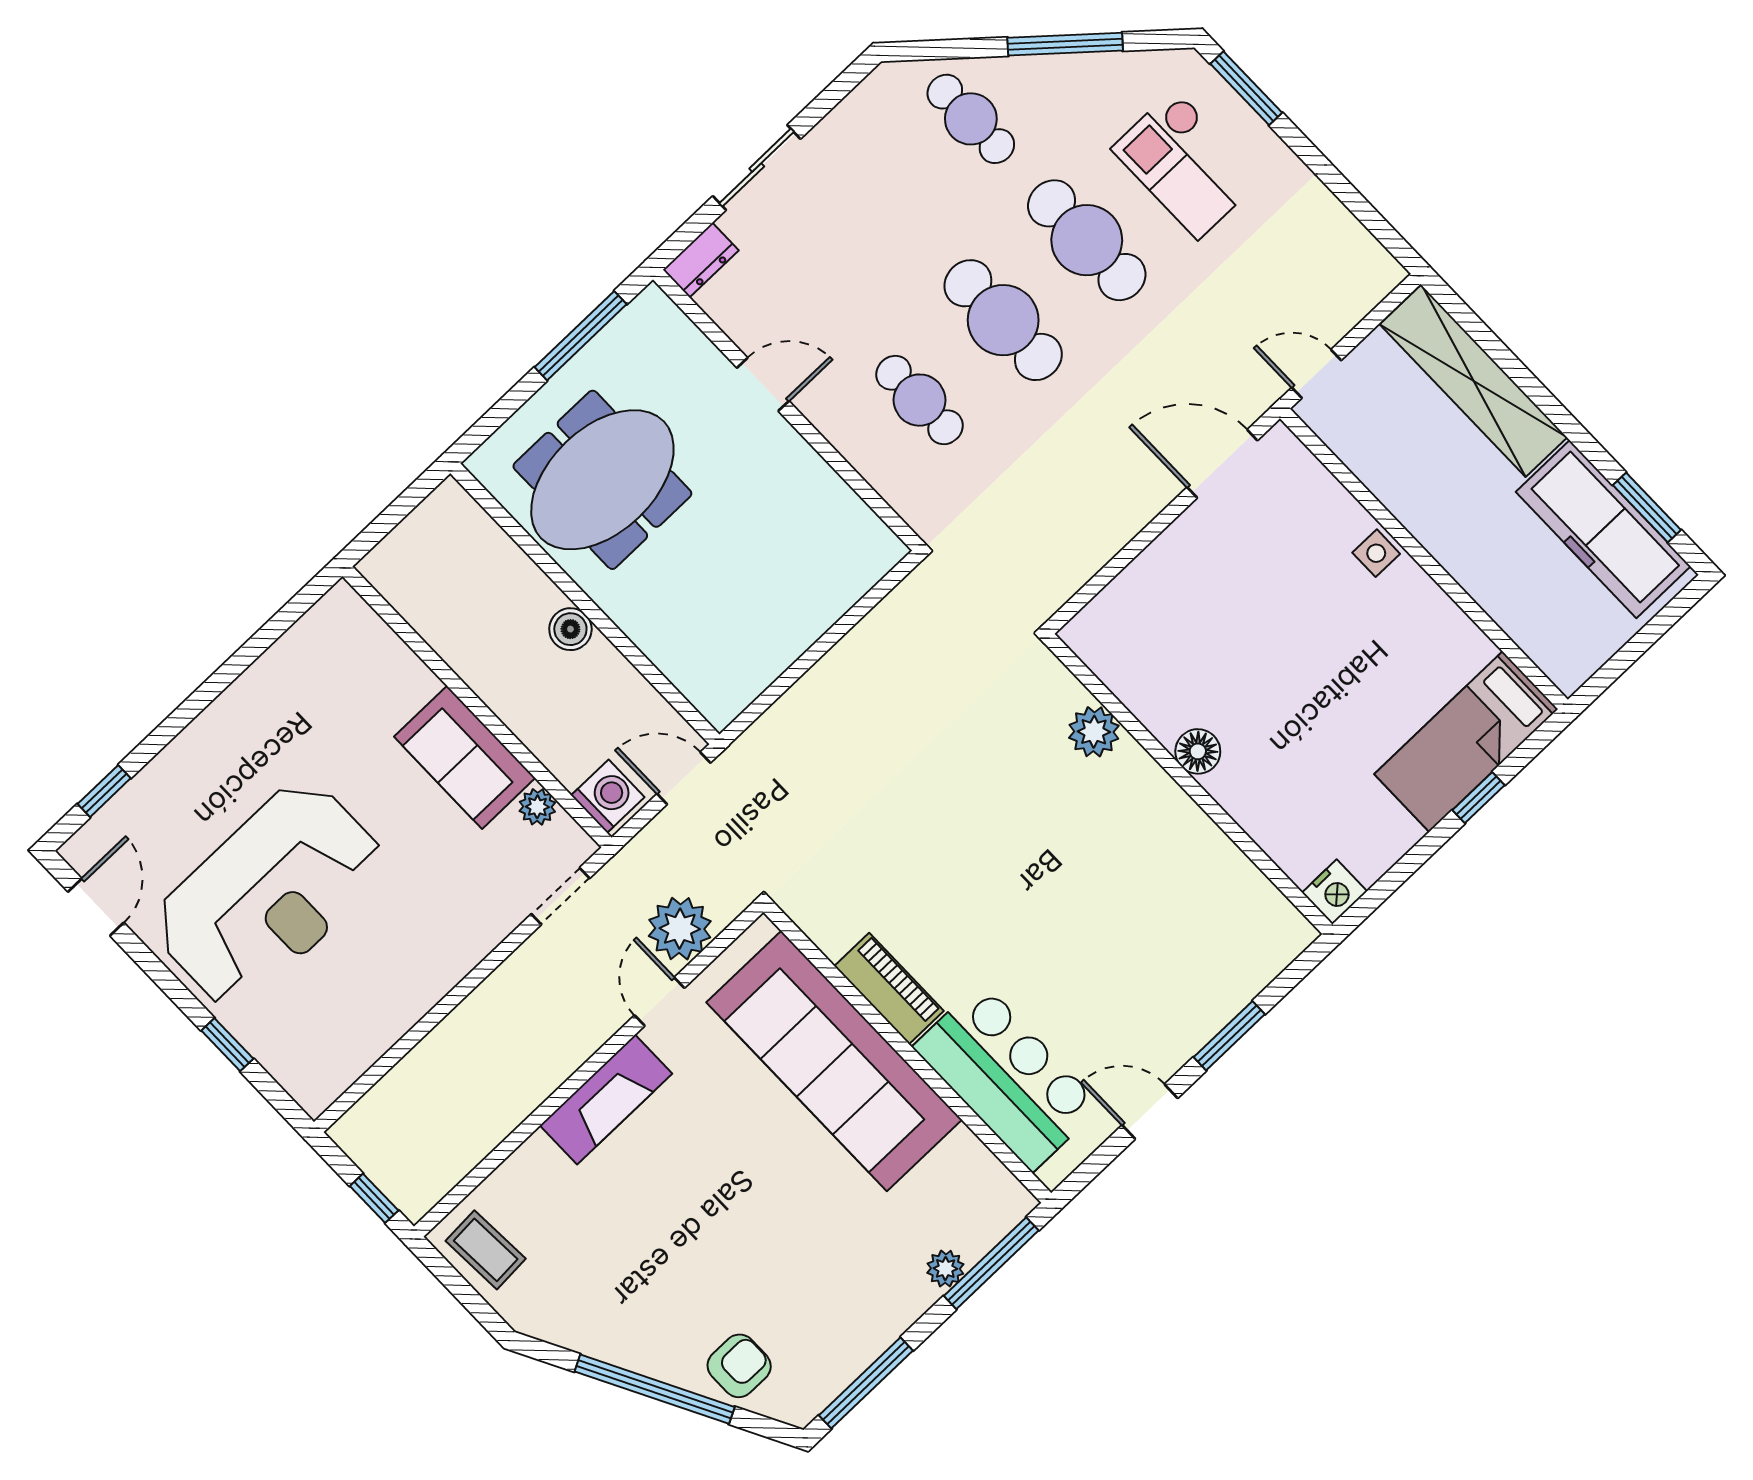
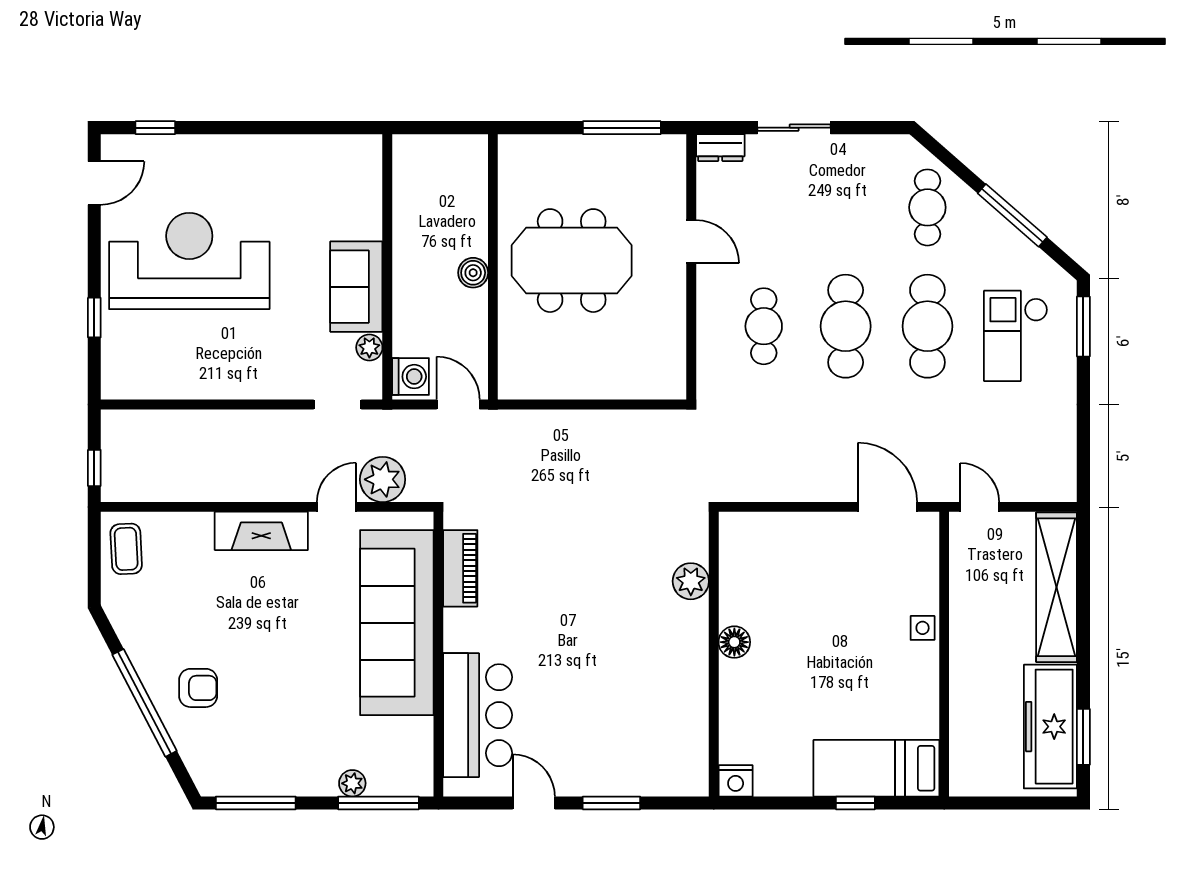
meeting table: (602, 480) -> (572, 261), moved
reception desk: (269, 894) -> (189, 261), turned 180
piano: (889, 988) -> (460, 568), moved
armchair: (739, 1366) -> (198, 688), moved

